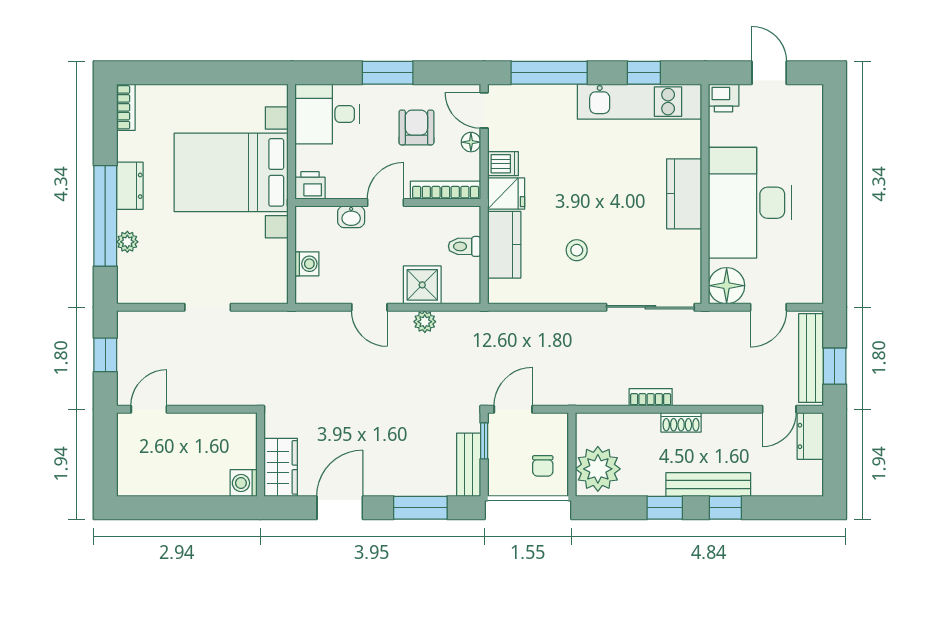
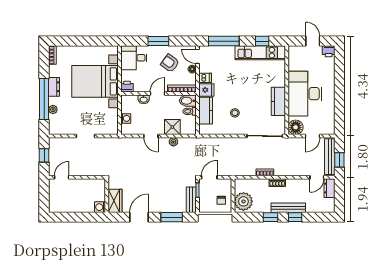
printer: (724, 98) -> (329, 51), moved
armchair: (416, 127) -> (170, 63), turned -54
kitchen counter: (684, 194) -> (278, 101), moved
bidet: (460, 220) -> (188, 101), added

